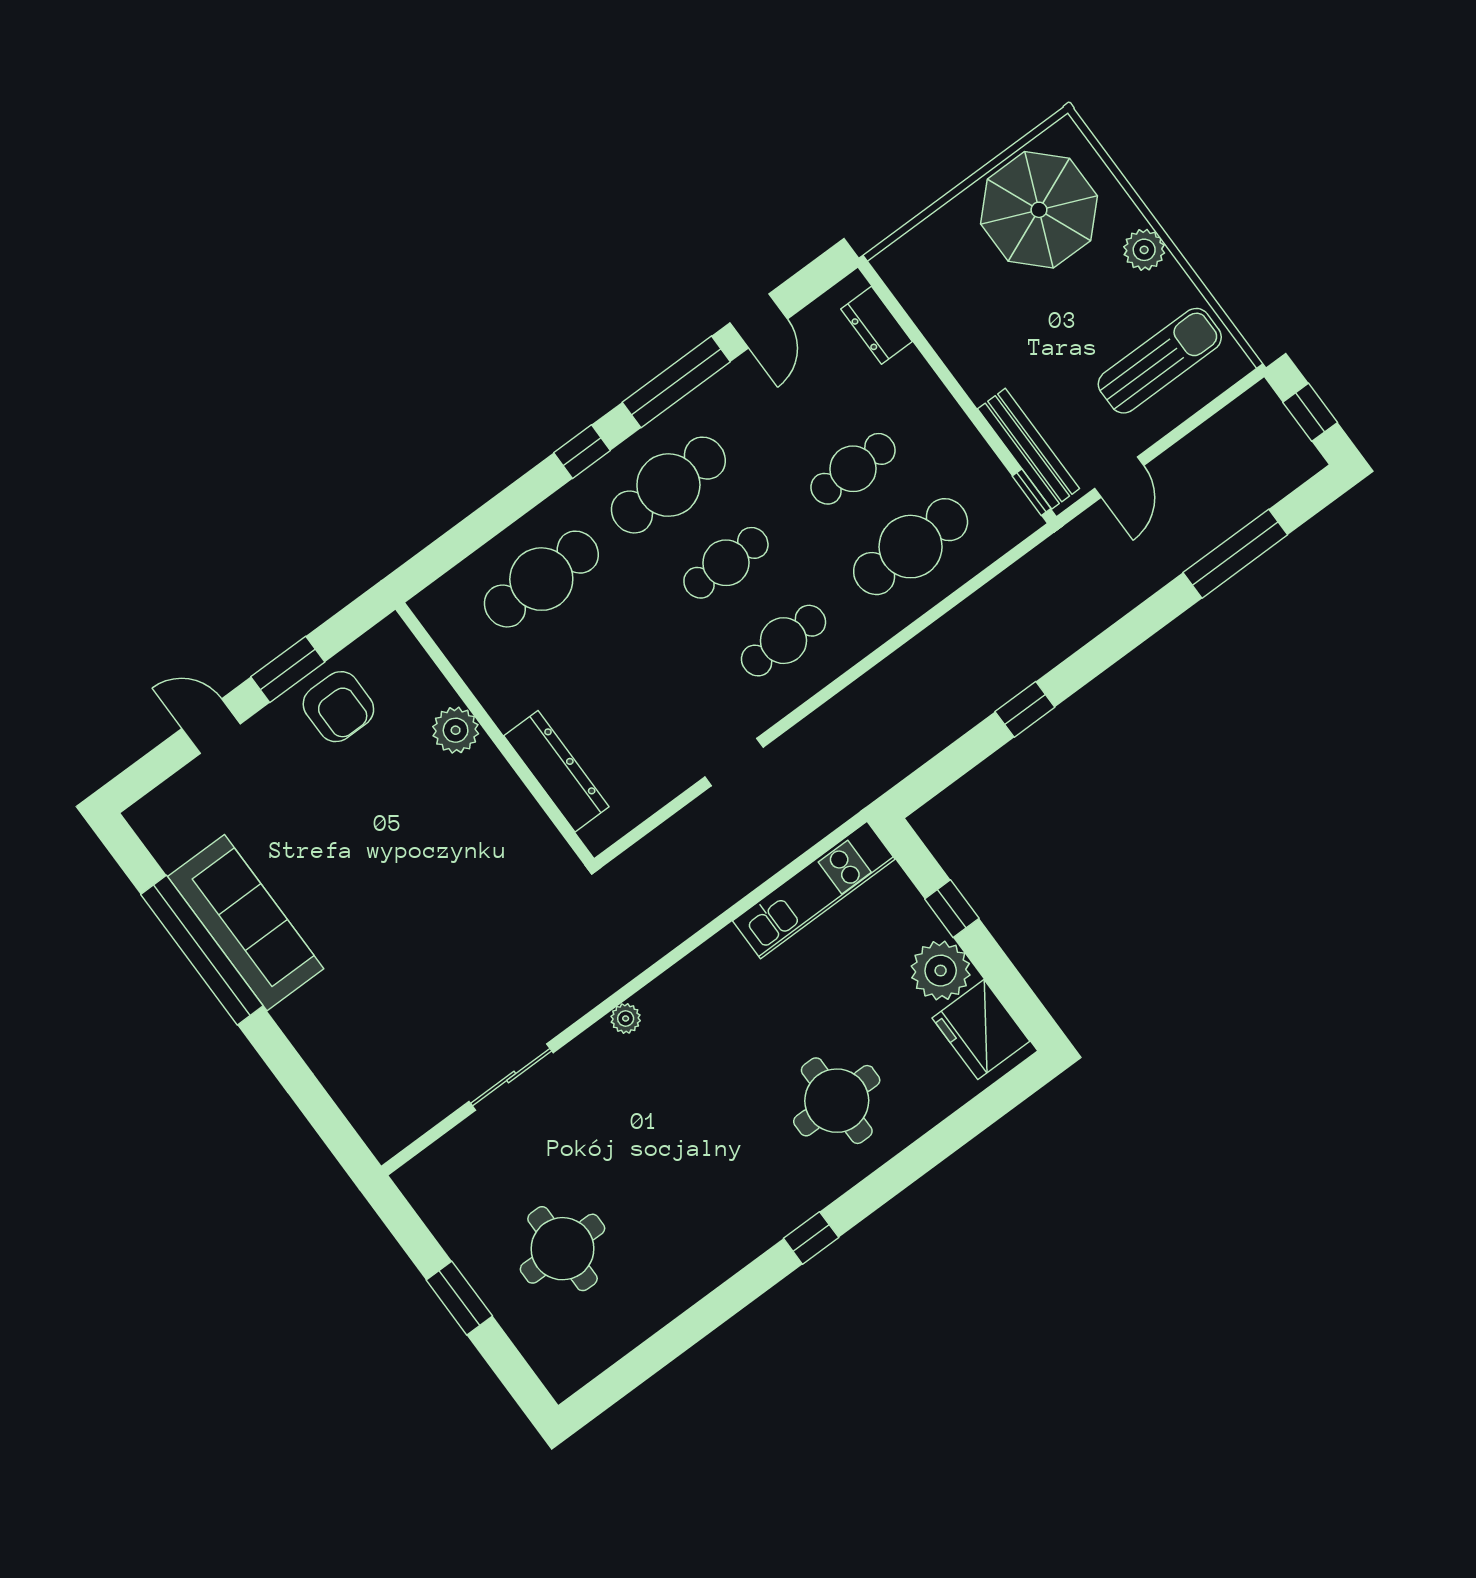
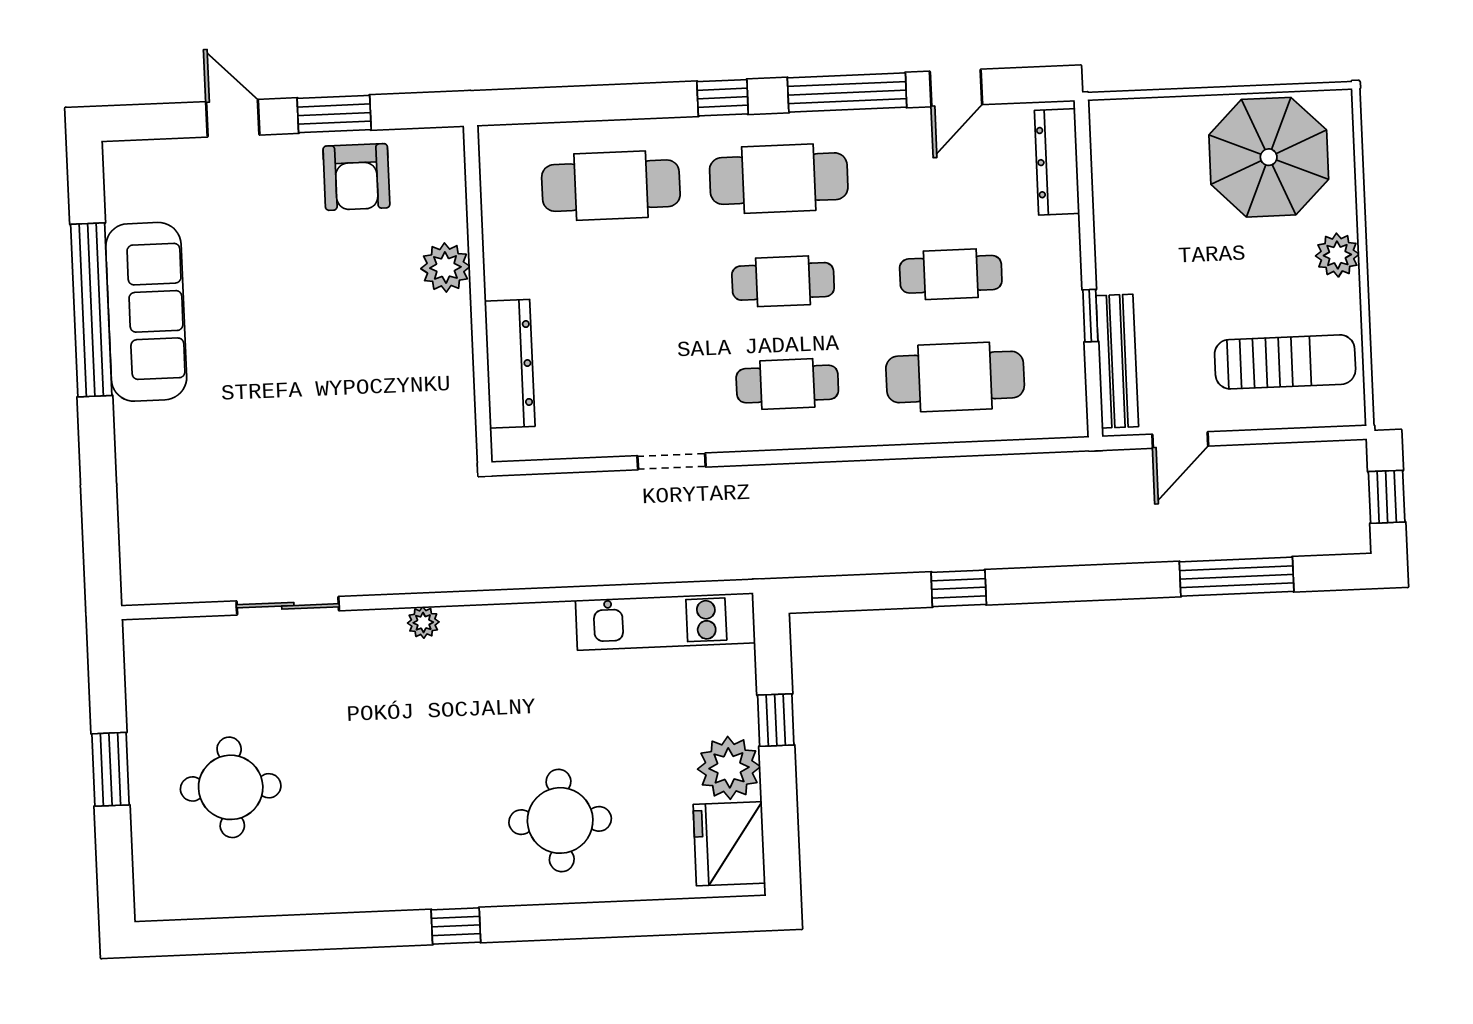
dresser: (876, 325) -> (1057, 162), width x1.44
window: (1032, 492) -> (1090, 316), moved

